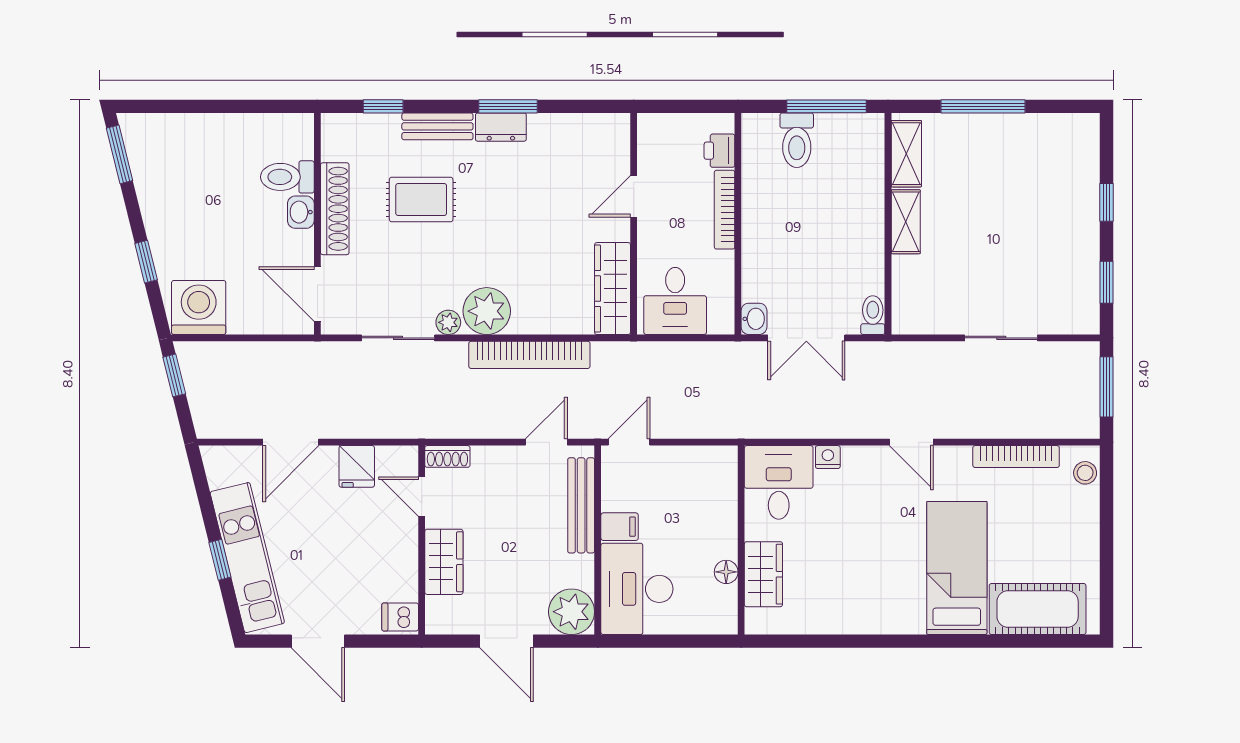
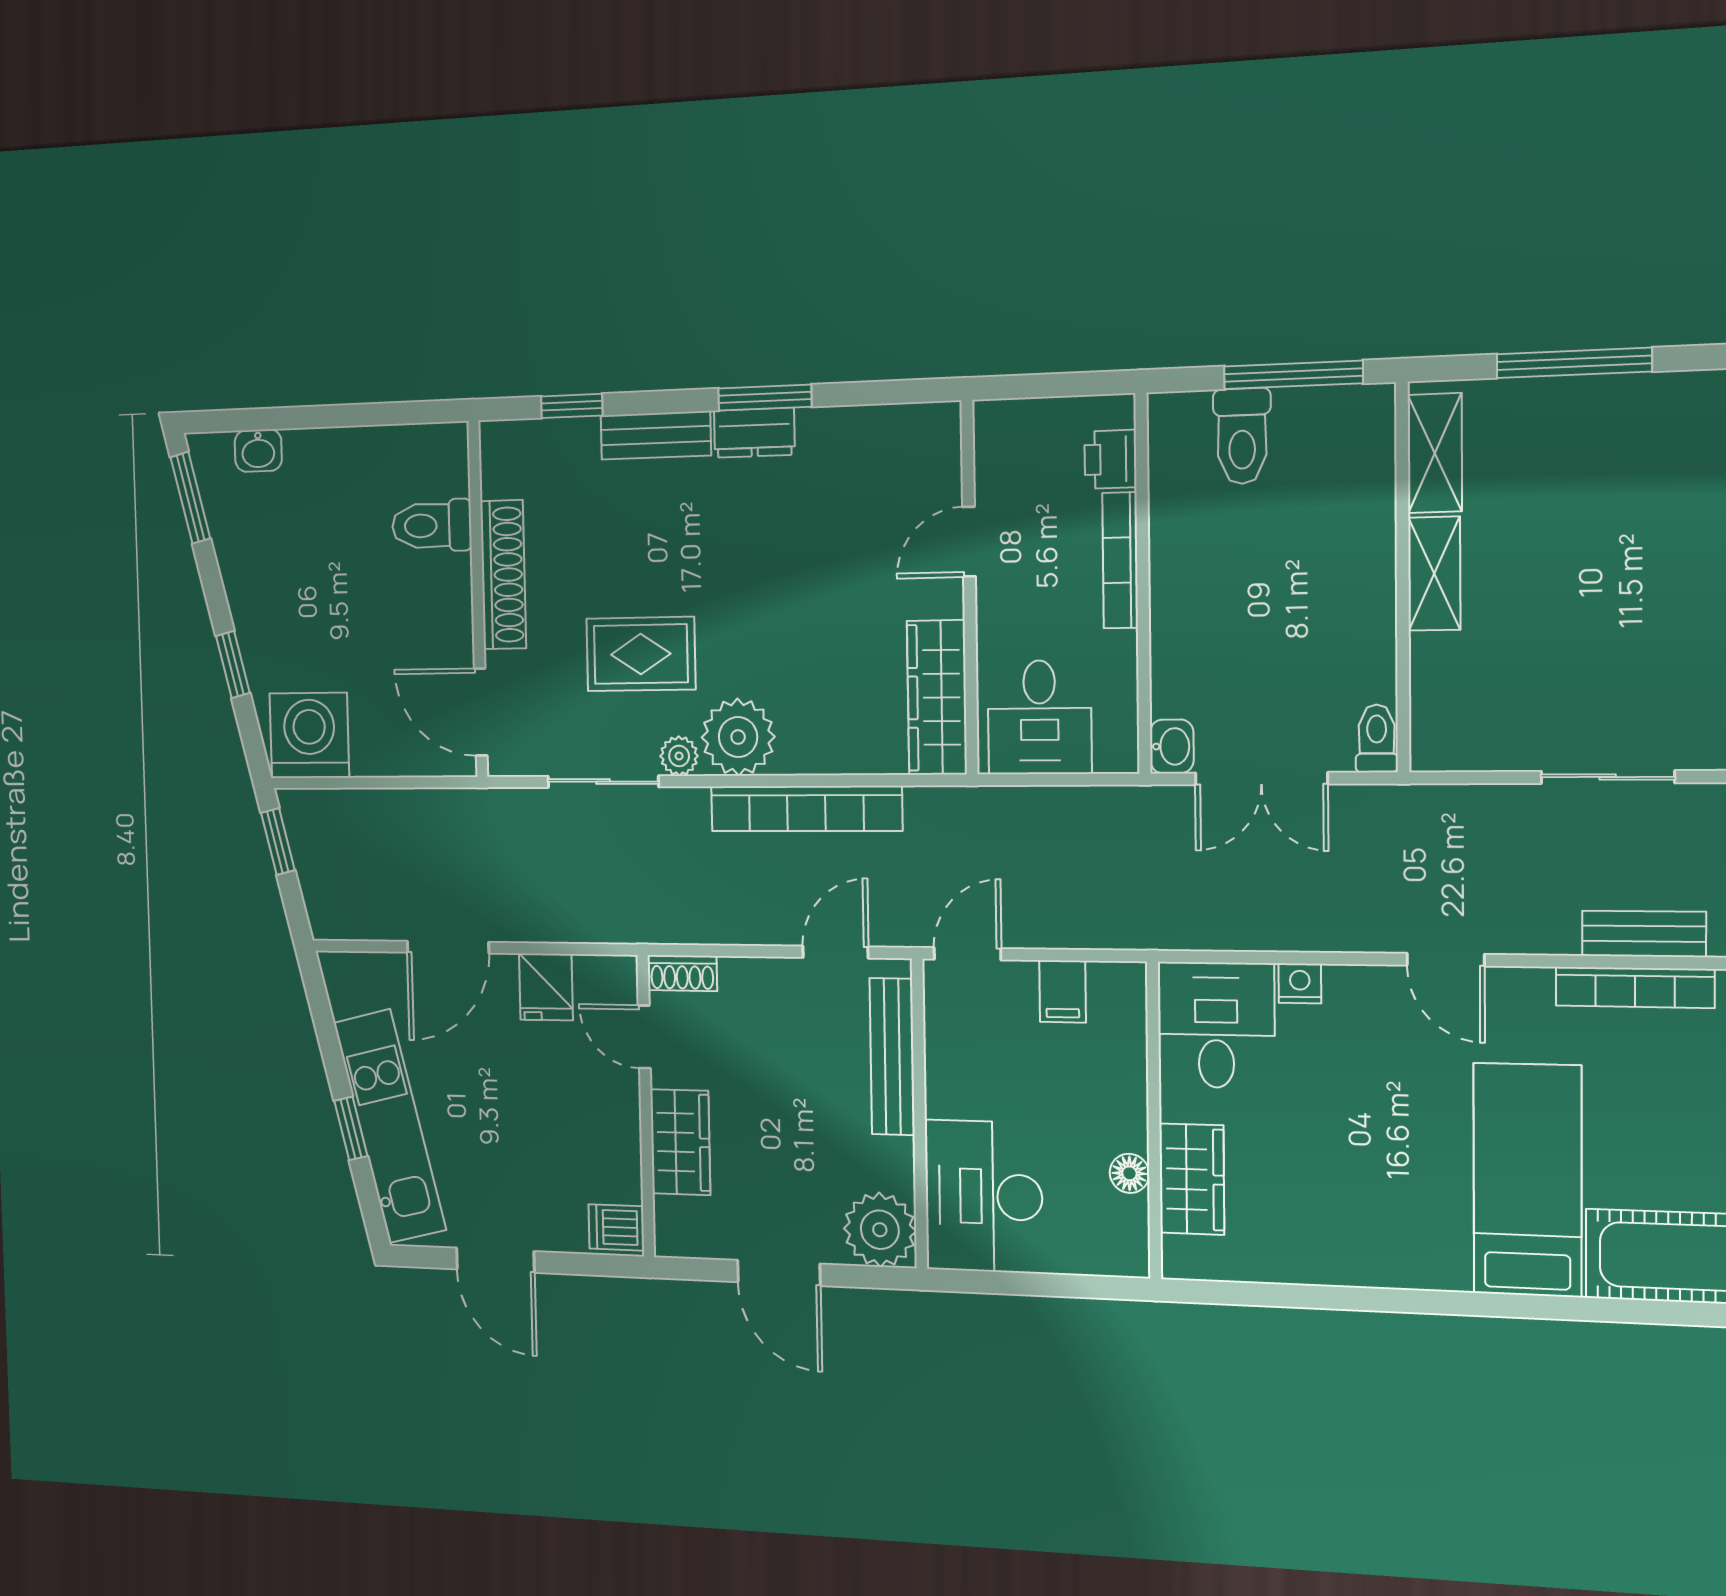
rug: (421, 200) -> (641, 654), moved
washbasin: (301, 212) -> (258, 451), moved, turned -90
bench: (1021, 426) -> (1644, 934), added
filing cabinet: (620, 527) -> (1063, 991), moved, turned 90

